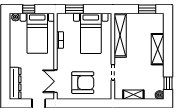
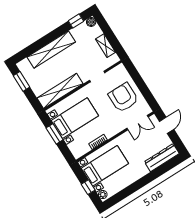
window: (74, 9) -> (55, 134), moved
shelving: (158, 49) -> (51, 50), width x1.47

